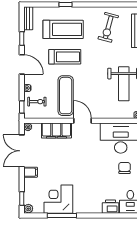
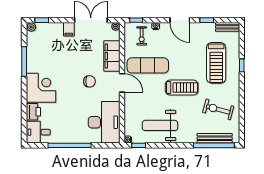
treadmill: (65, 57) -> (182, 88), moved, turned -90
door: (22, 64) -> (180, 20), hinge flipped
door: (83, 121) -> (122, 83), hinge flipped
chair: (125, 168) -> (89, 81), moved
corner desk: (58, 199) -> (41, 88), moved

